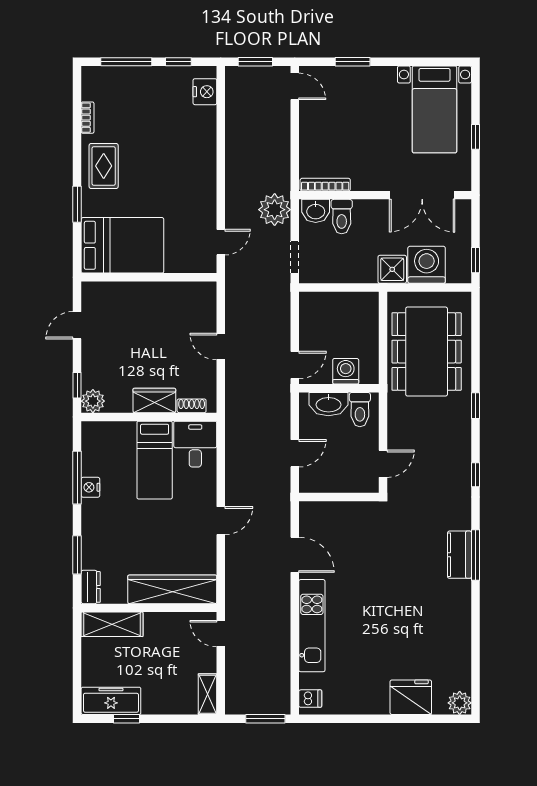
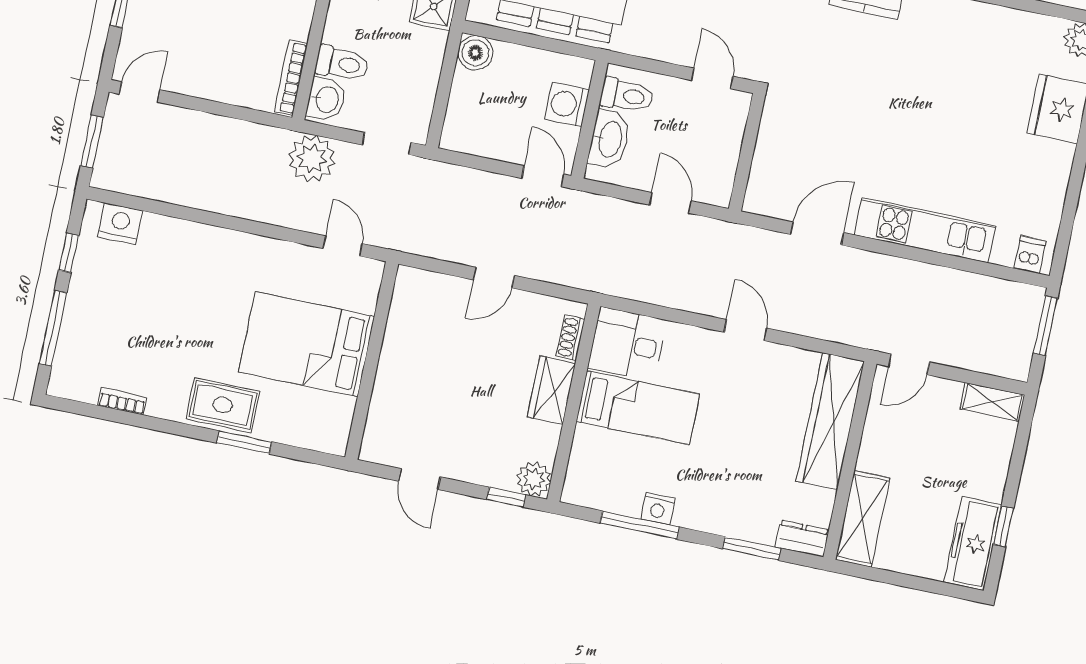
rug: (104, 166) -> (223, 405), moved
bed: (122, 245) -> (307, 344), moved, turned -90
boiler: (367, 303) -> (475, 53), added

